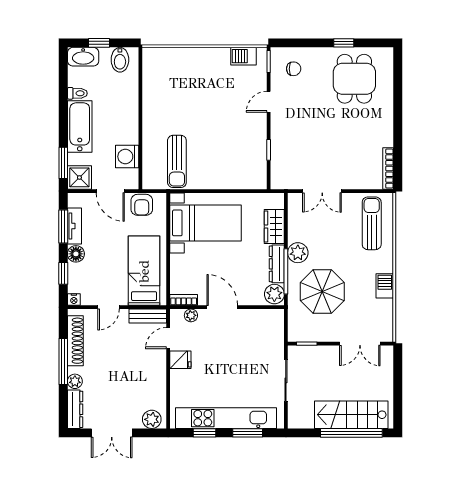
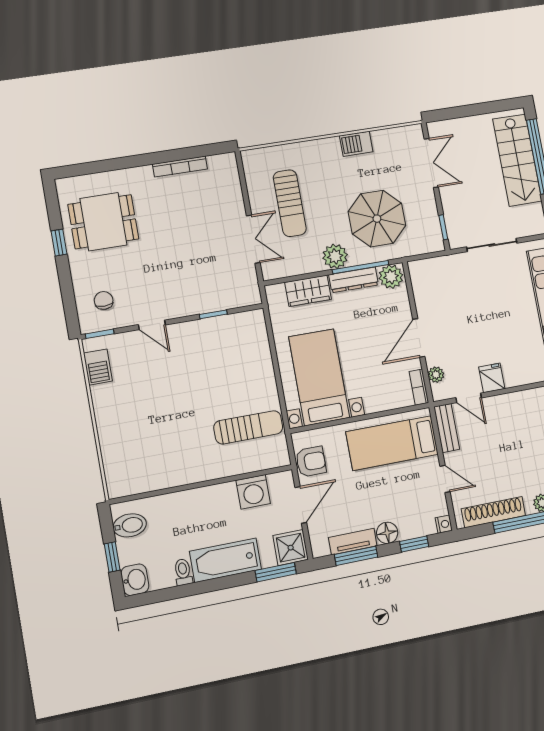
washbasin: (83, 57) -> (135, 580), width x0.72
bookcase: (388, 169) -> (180, 167), moved
sun lounger: (372, 223) -> (290, 203), moved, turned -90

